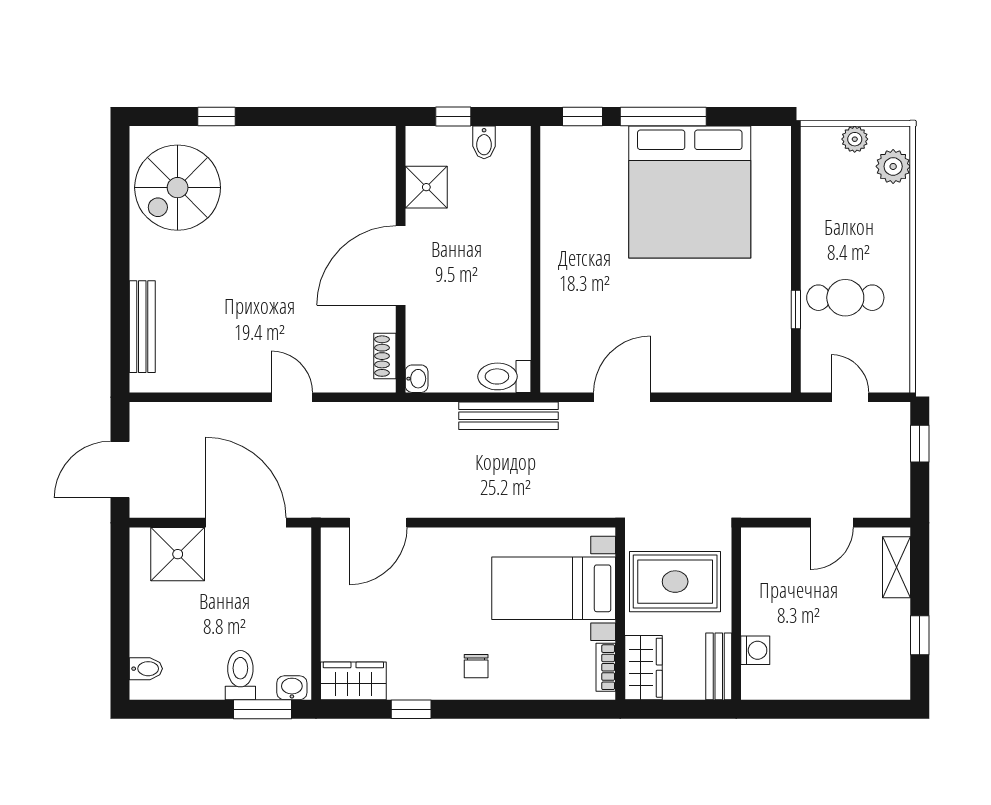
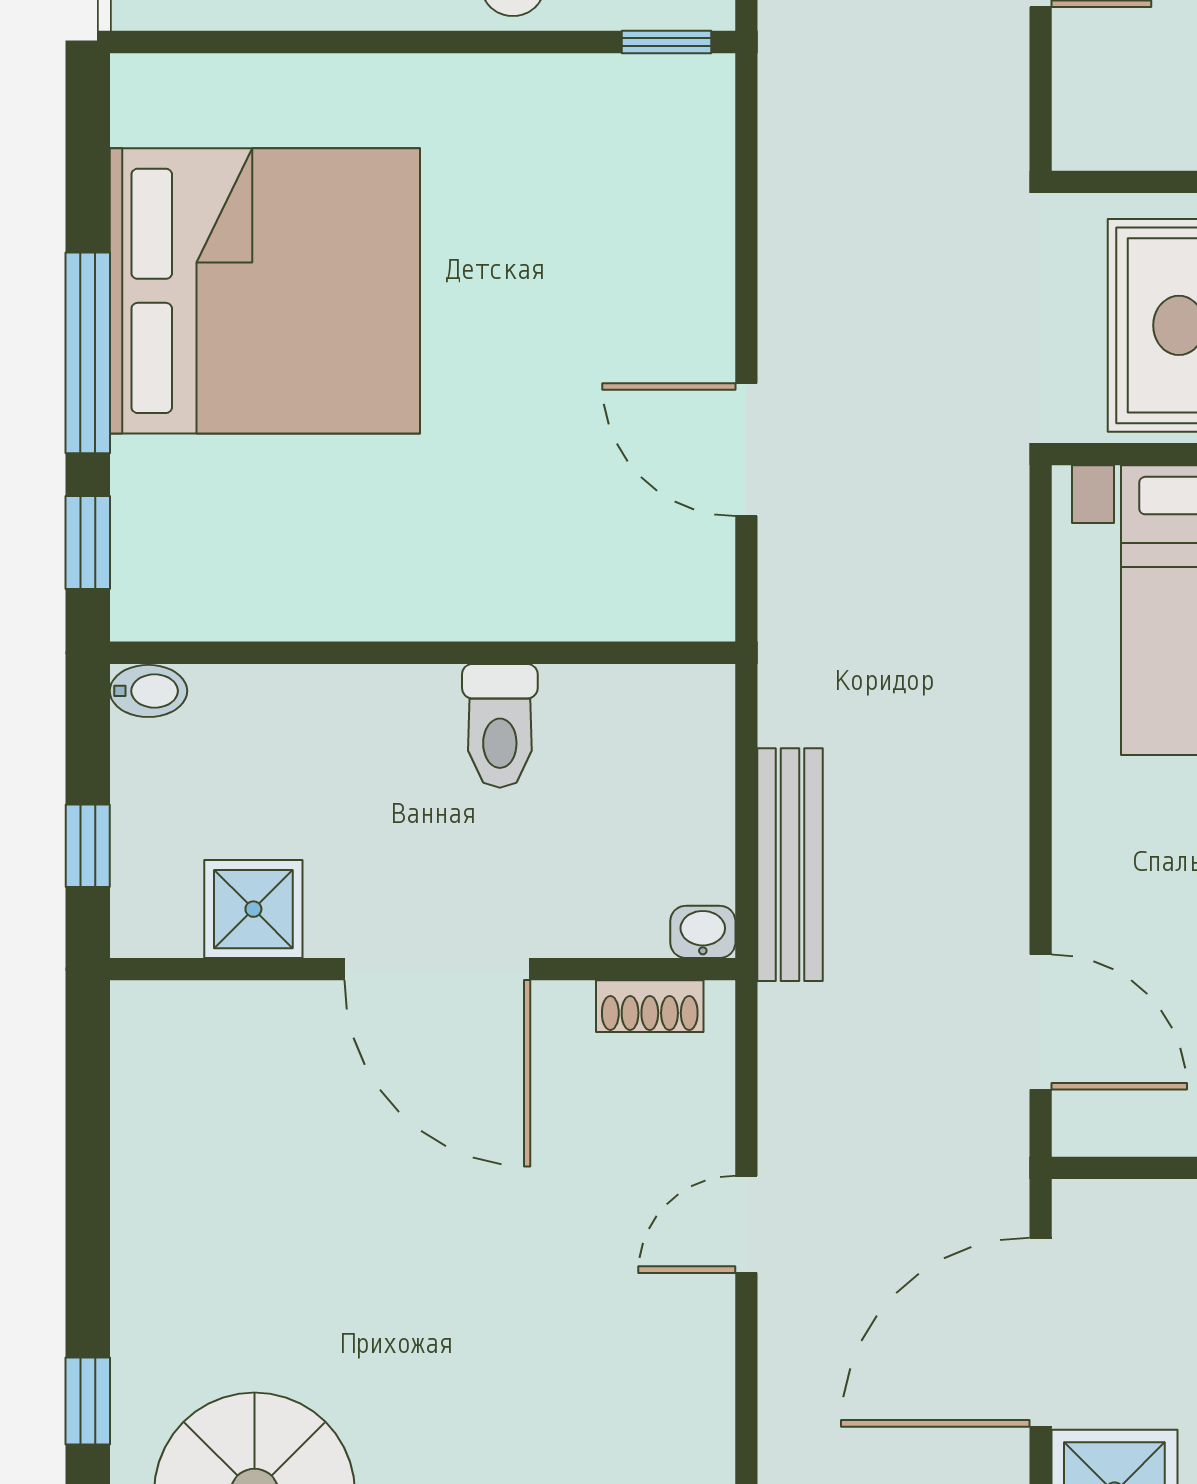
bidet: (484, 142) -> (148, 691), moved
window: (796, 310) -> (667, 42), moved
toilet: (504, 376) -> (500, 726), moved
bench: (509, 416) -> (790, 865), moved

